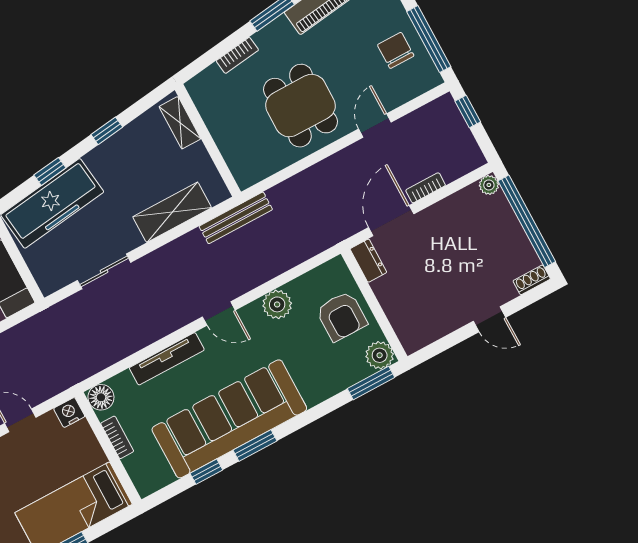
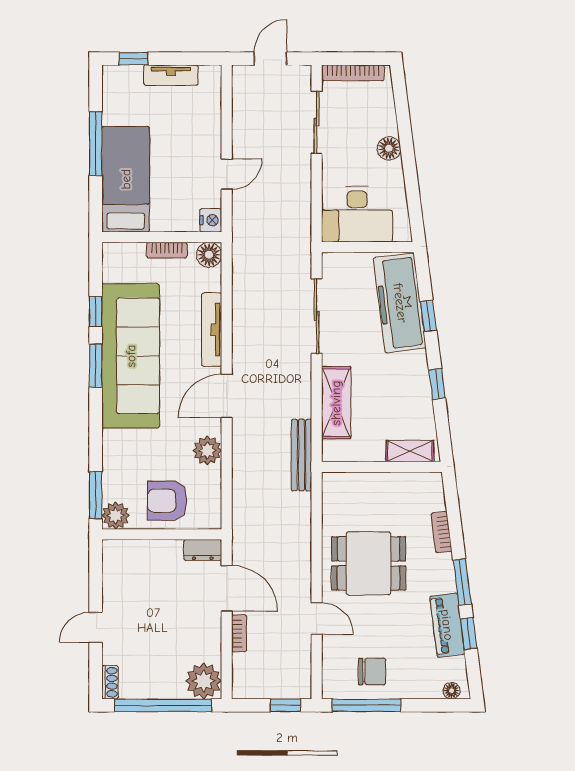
plant: (489, 185) -> (204, 681), width x1.88, depth x1.88
sliding door: (104, 271) -> (317, 316), width x1.37
door: (219, 313) -> (227, 396), width x1.38

